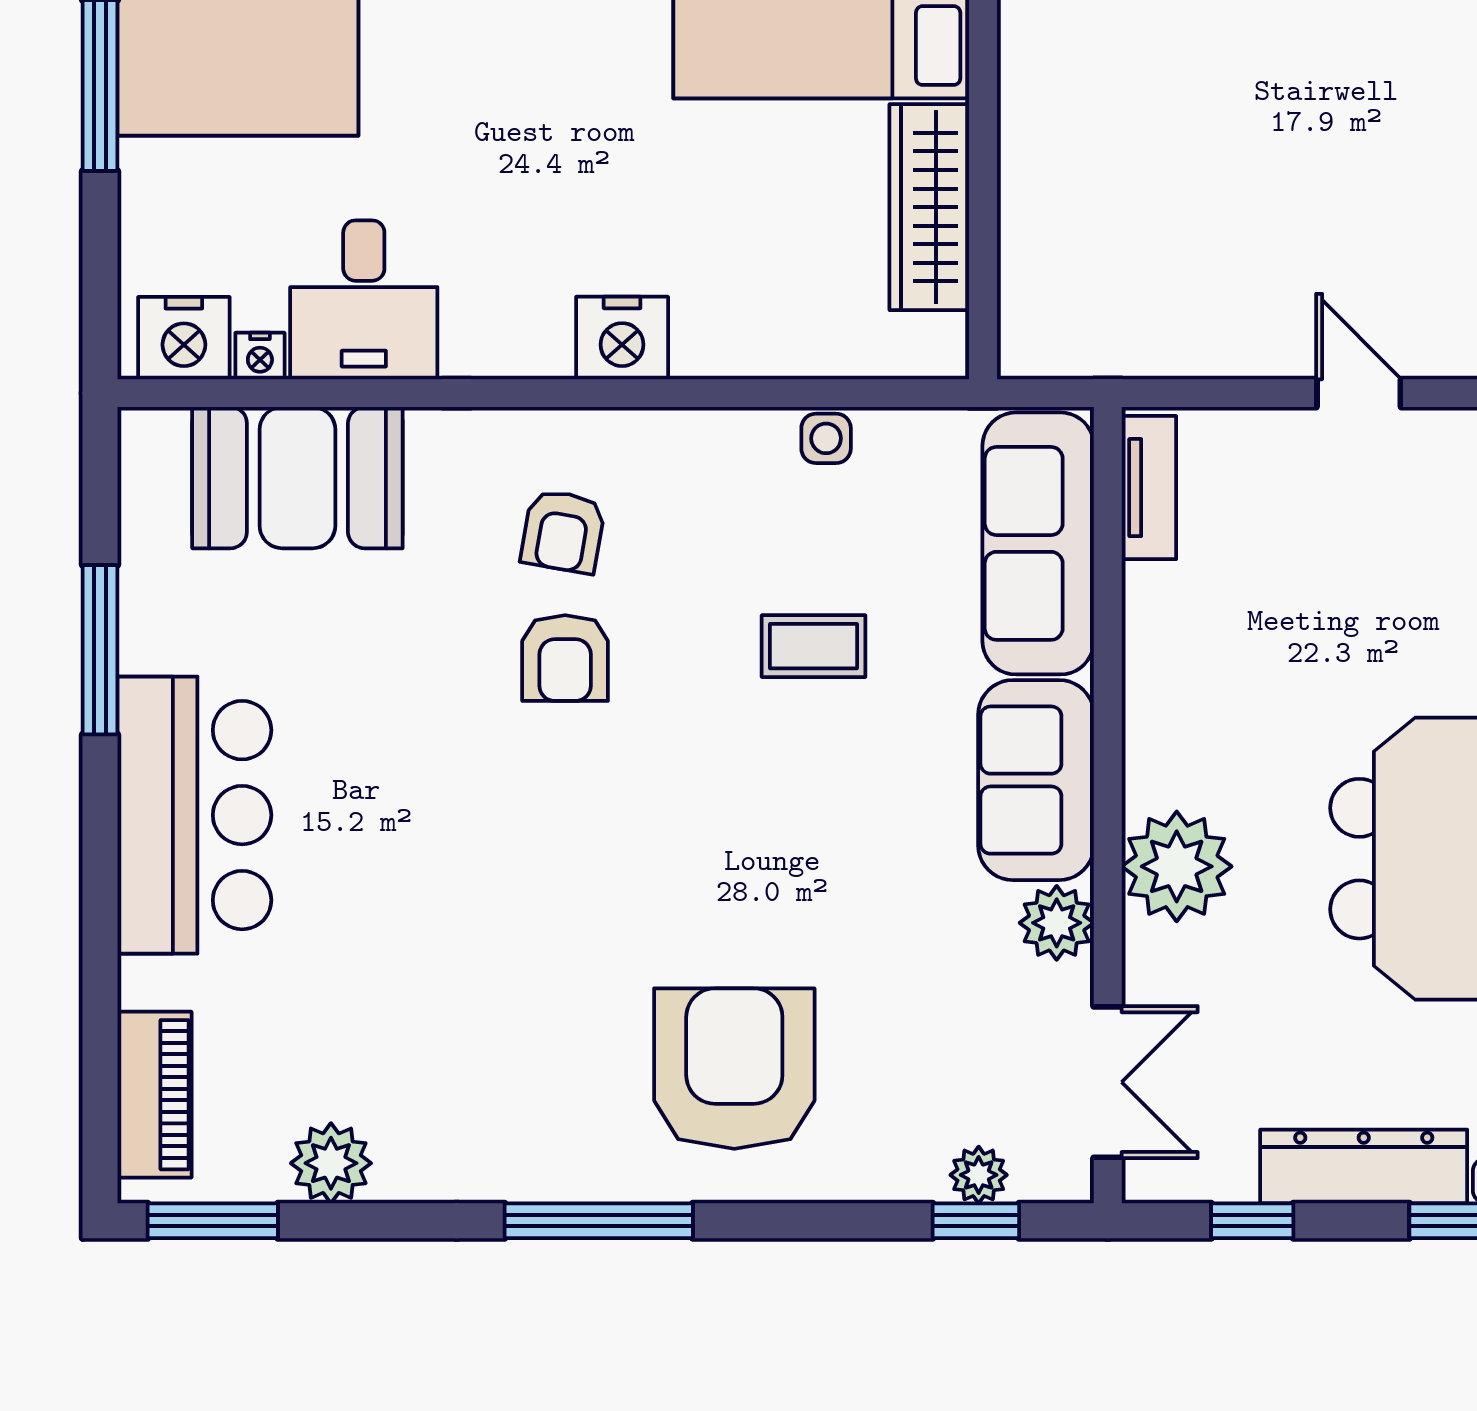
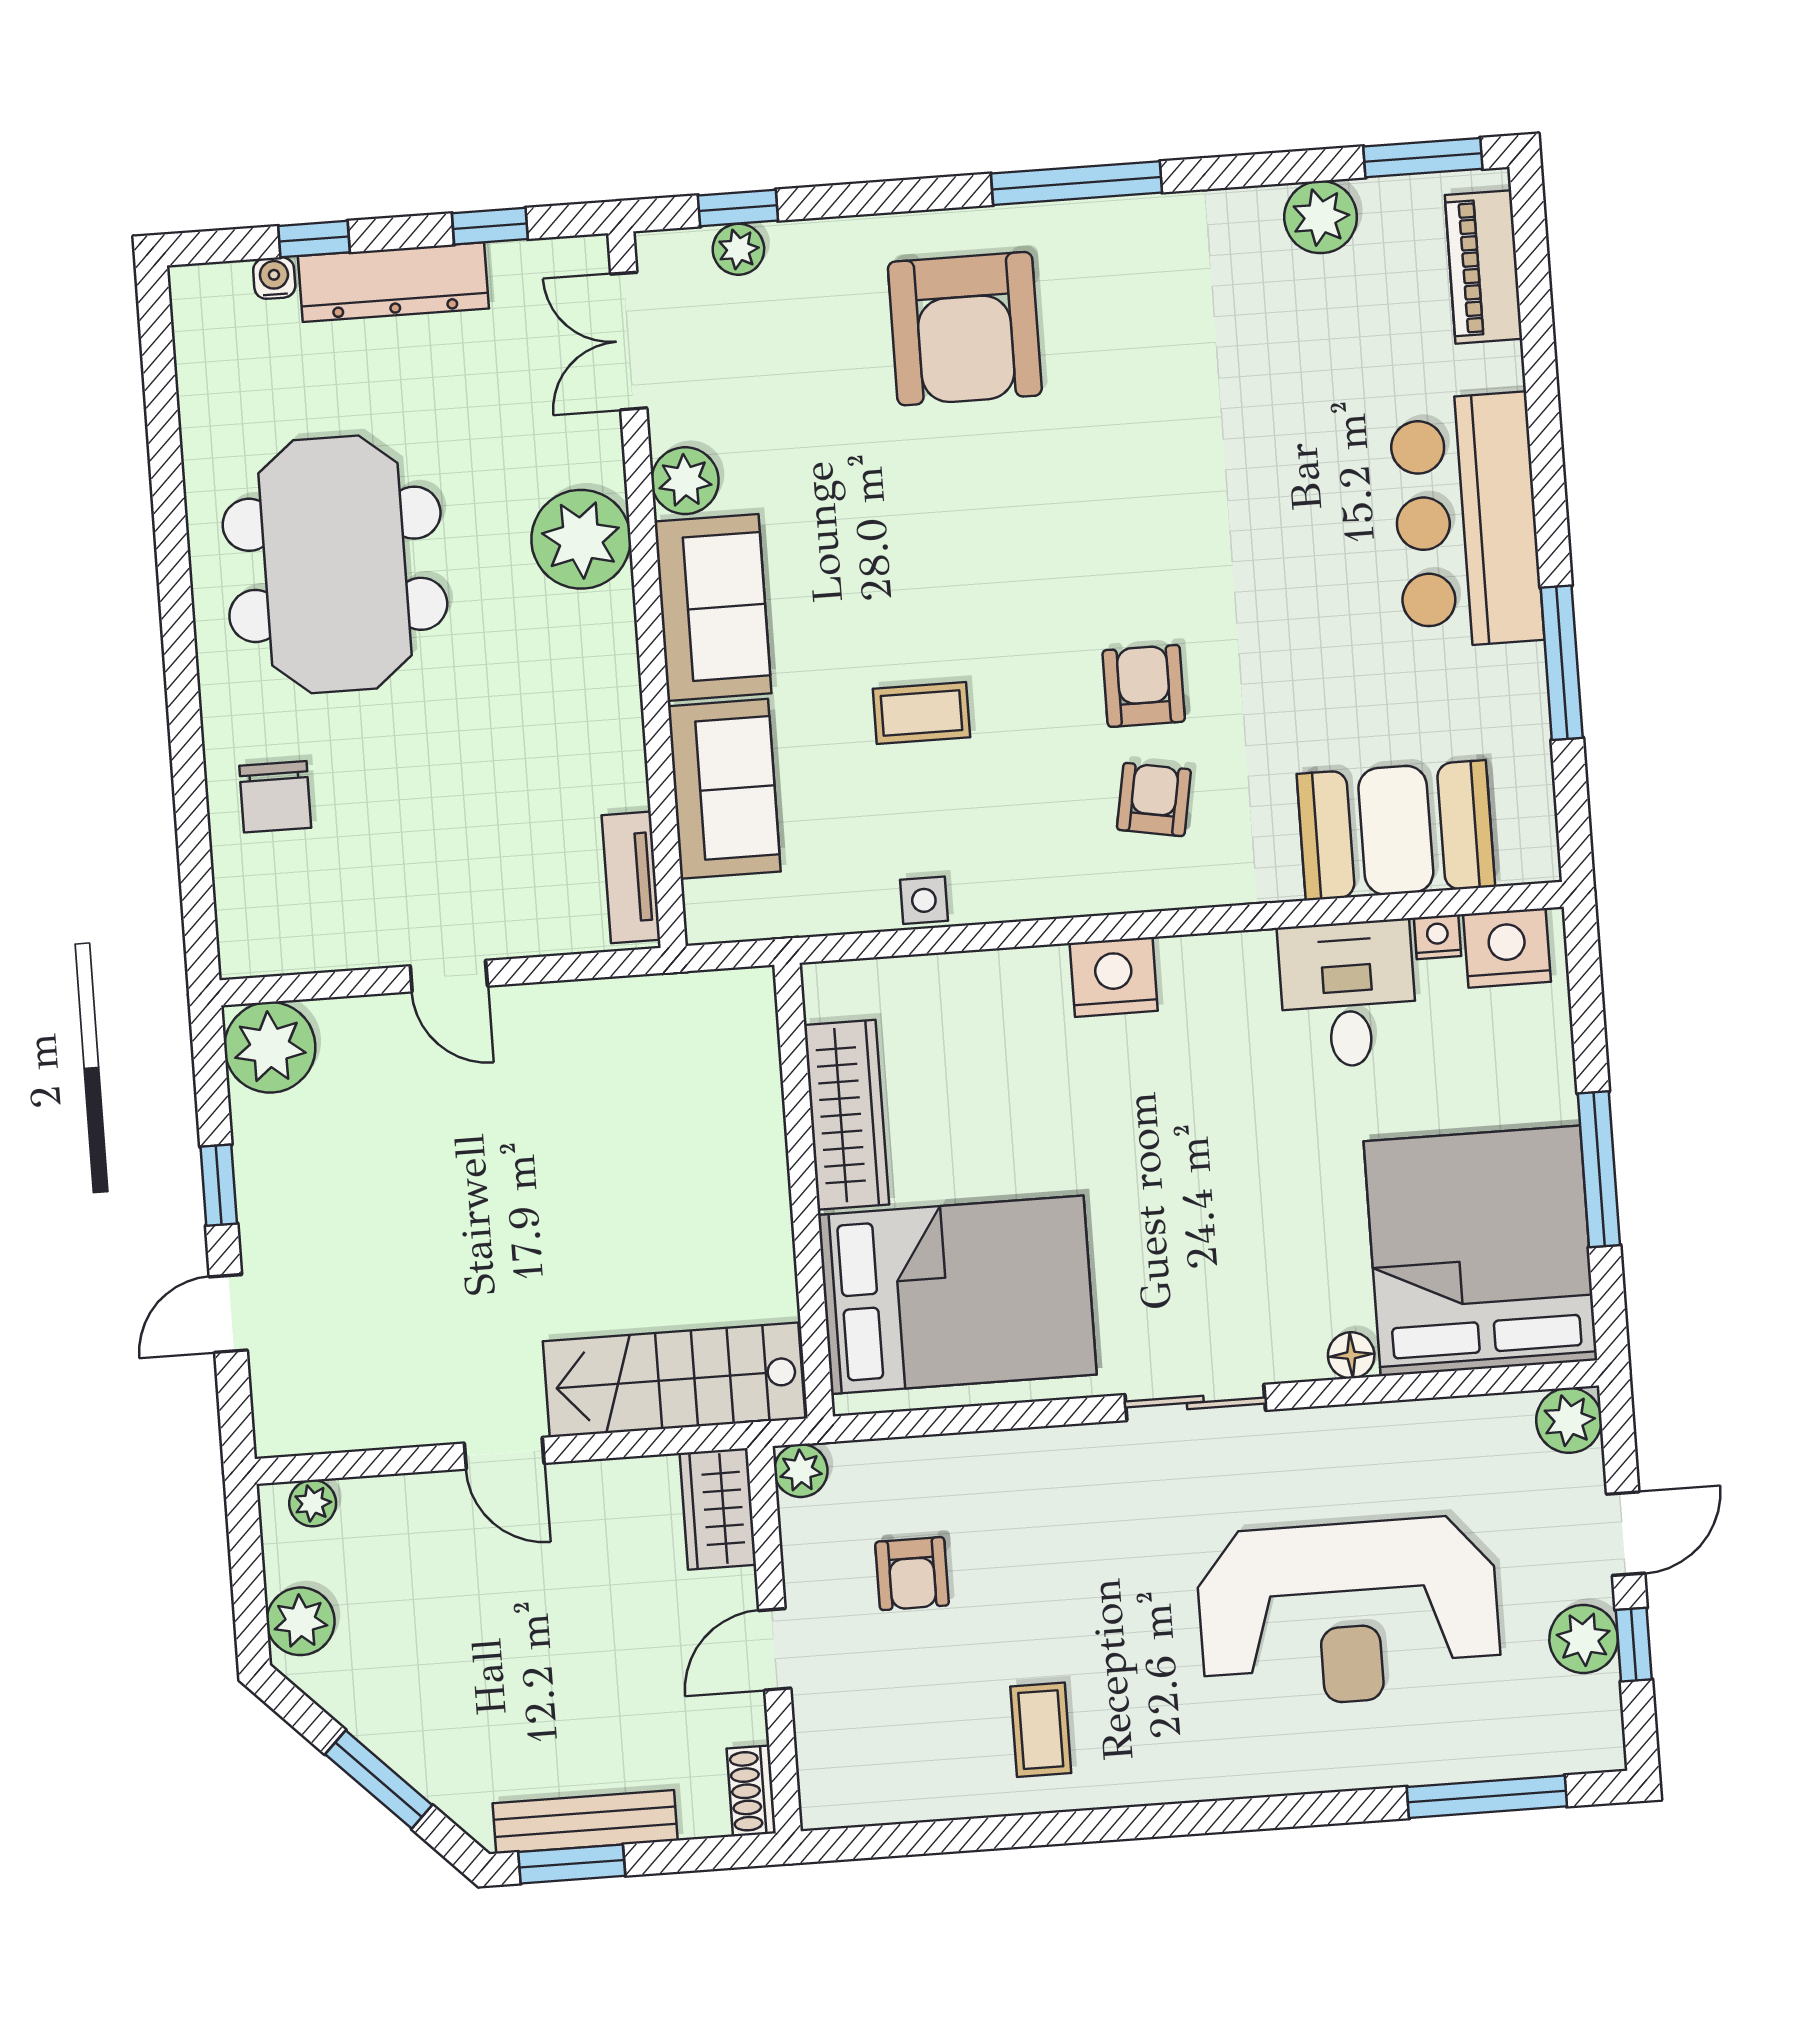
sofa: (1038, 543) -> (724, 789), width x0.73

